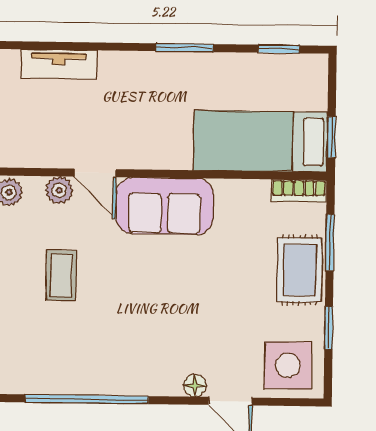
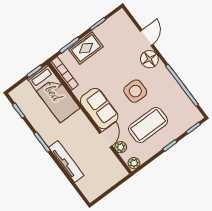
tv unit: (59, 64) -> (66, 161), moved, width x1.41
bookcase: (299, 191) -> (64, 74), width x1.56
coffee table: (61, 276) -> (148, 125), width x1.86, depth x1.72
side table: (288, 365) -> (135, 91), moved
floor lamp: (195, 385) -> (150, 59), width x1.89, depth x1.89

